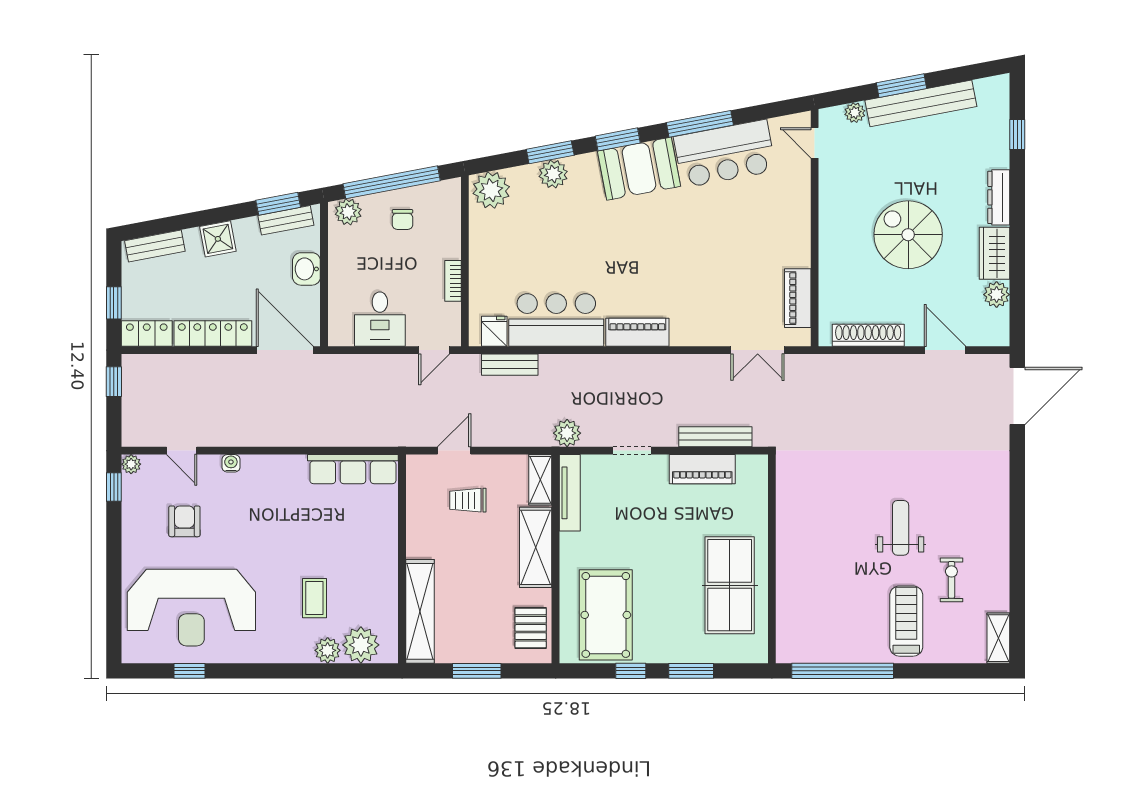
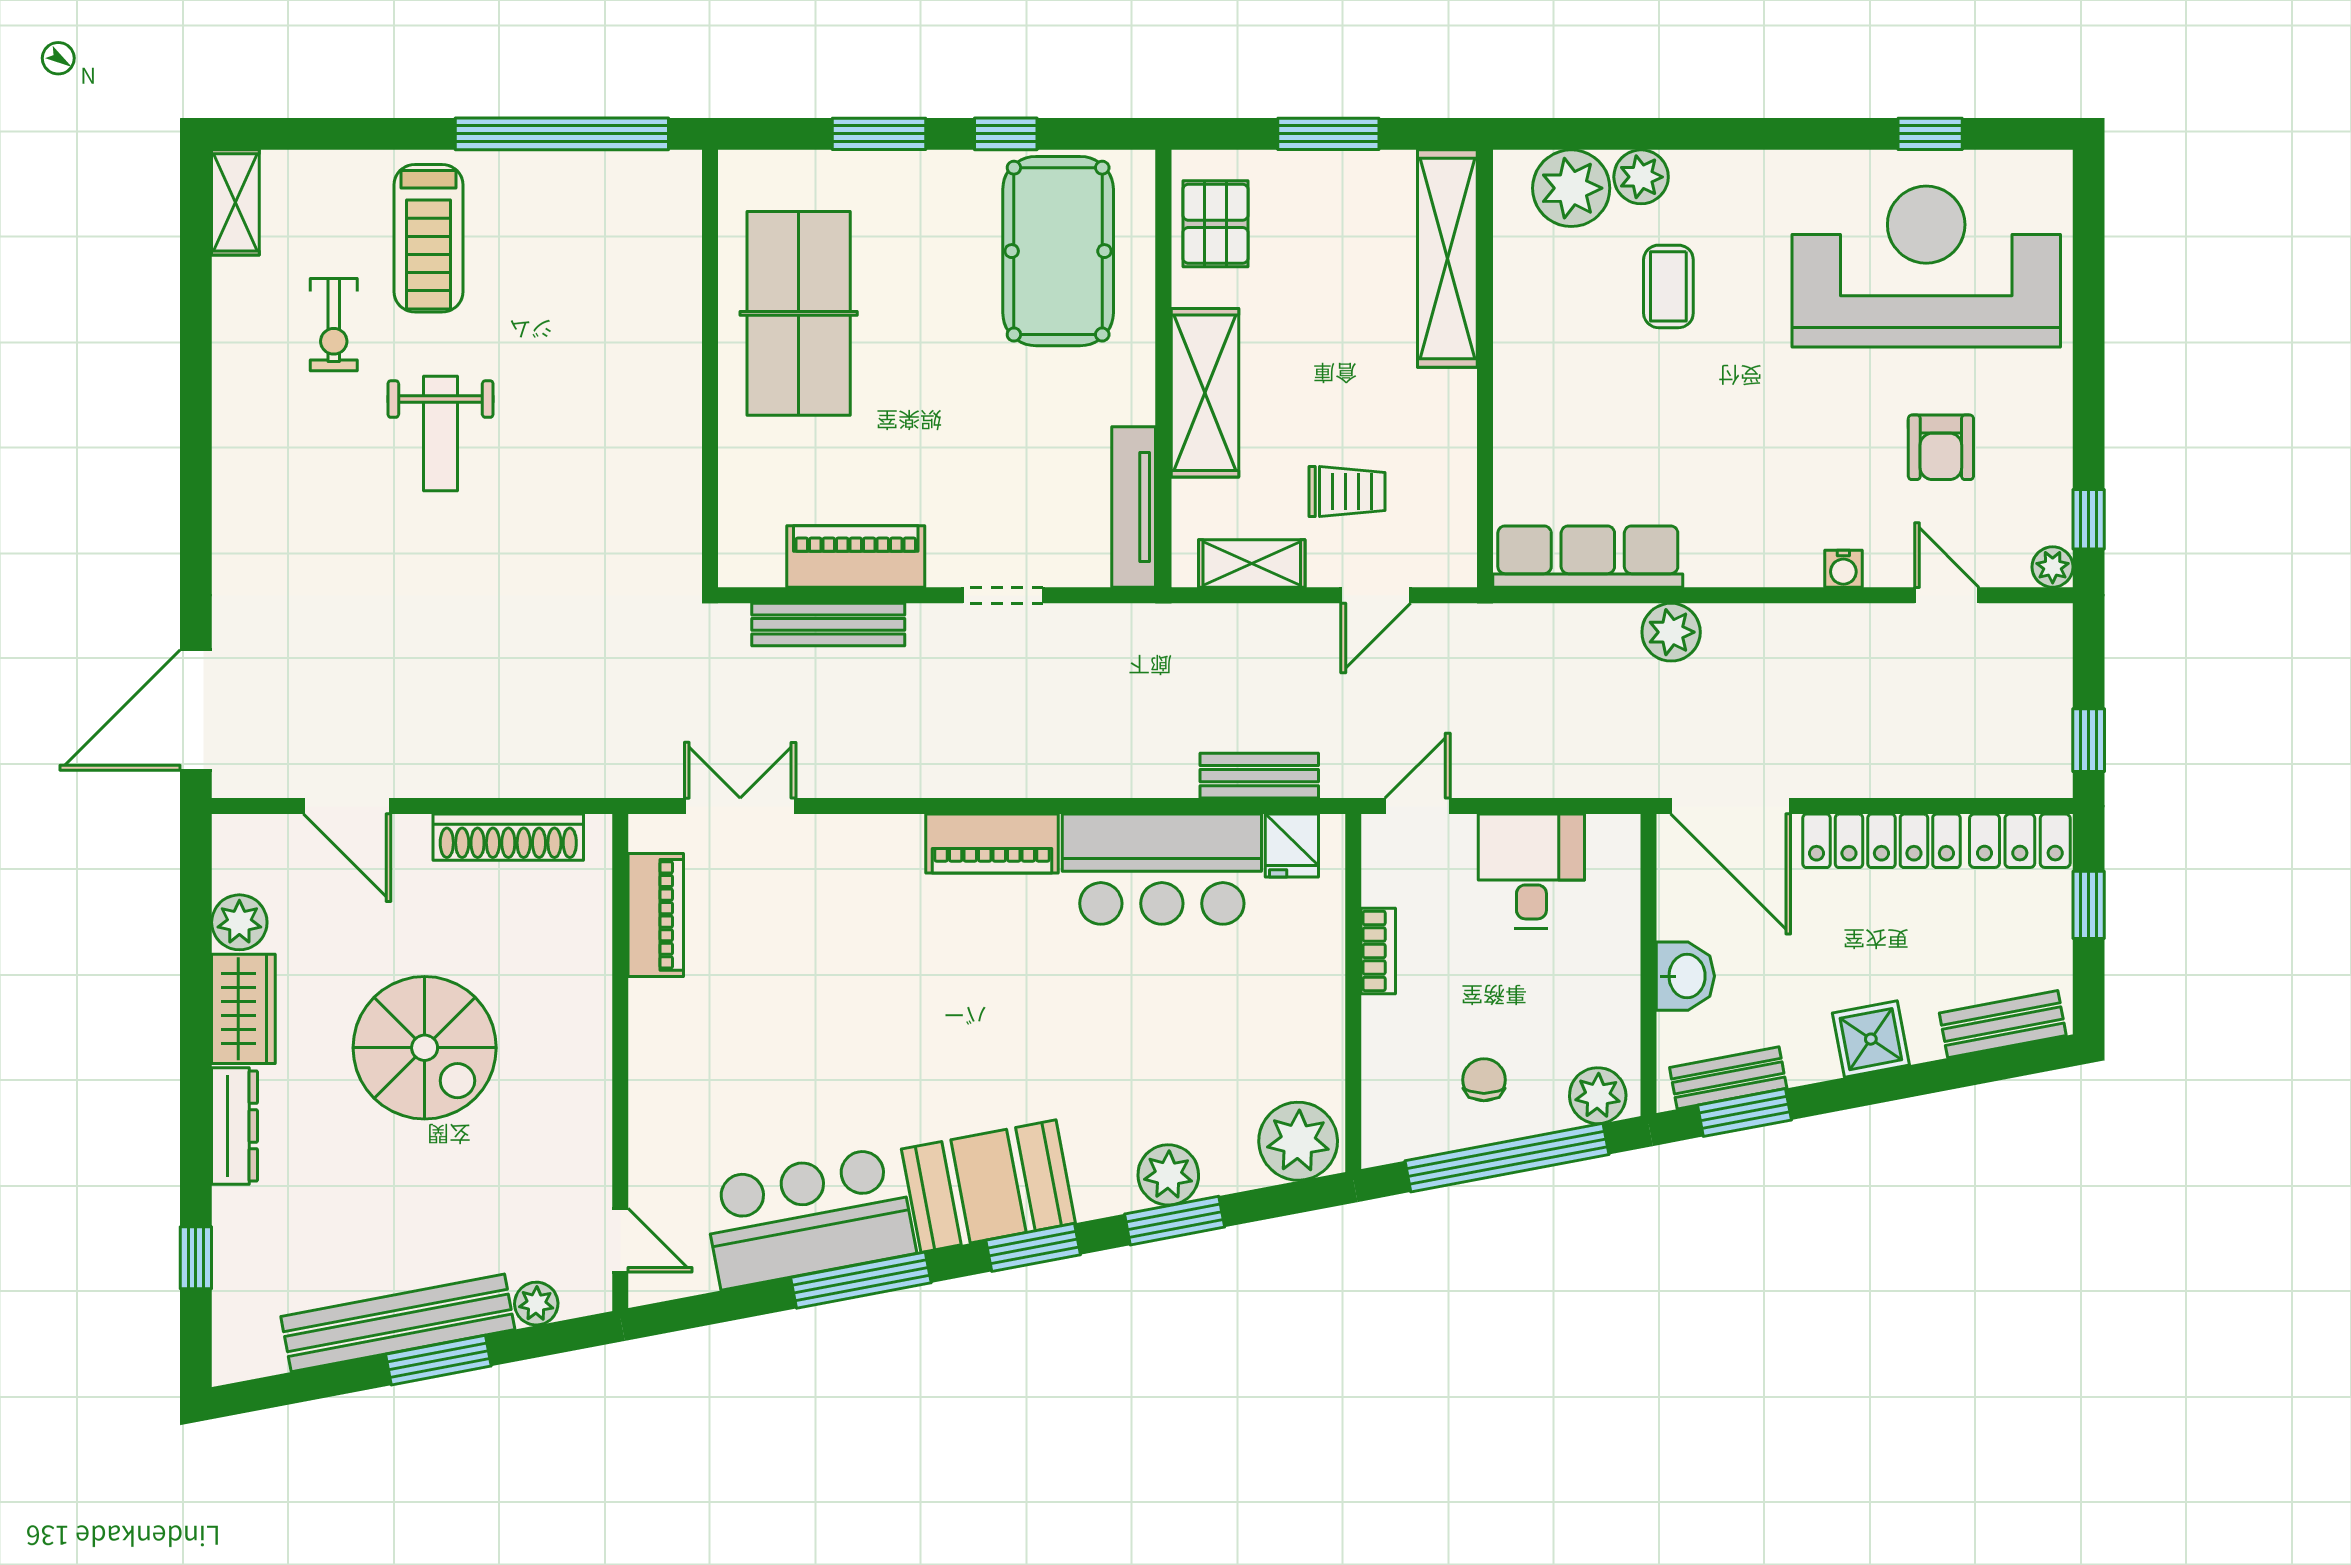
plant: (567, 433) -> (1671, 632), moved
shelving: (540, 480) -> (1252, 563), moved, turned 90

